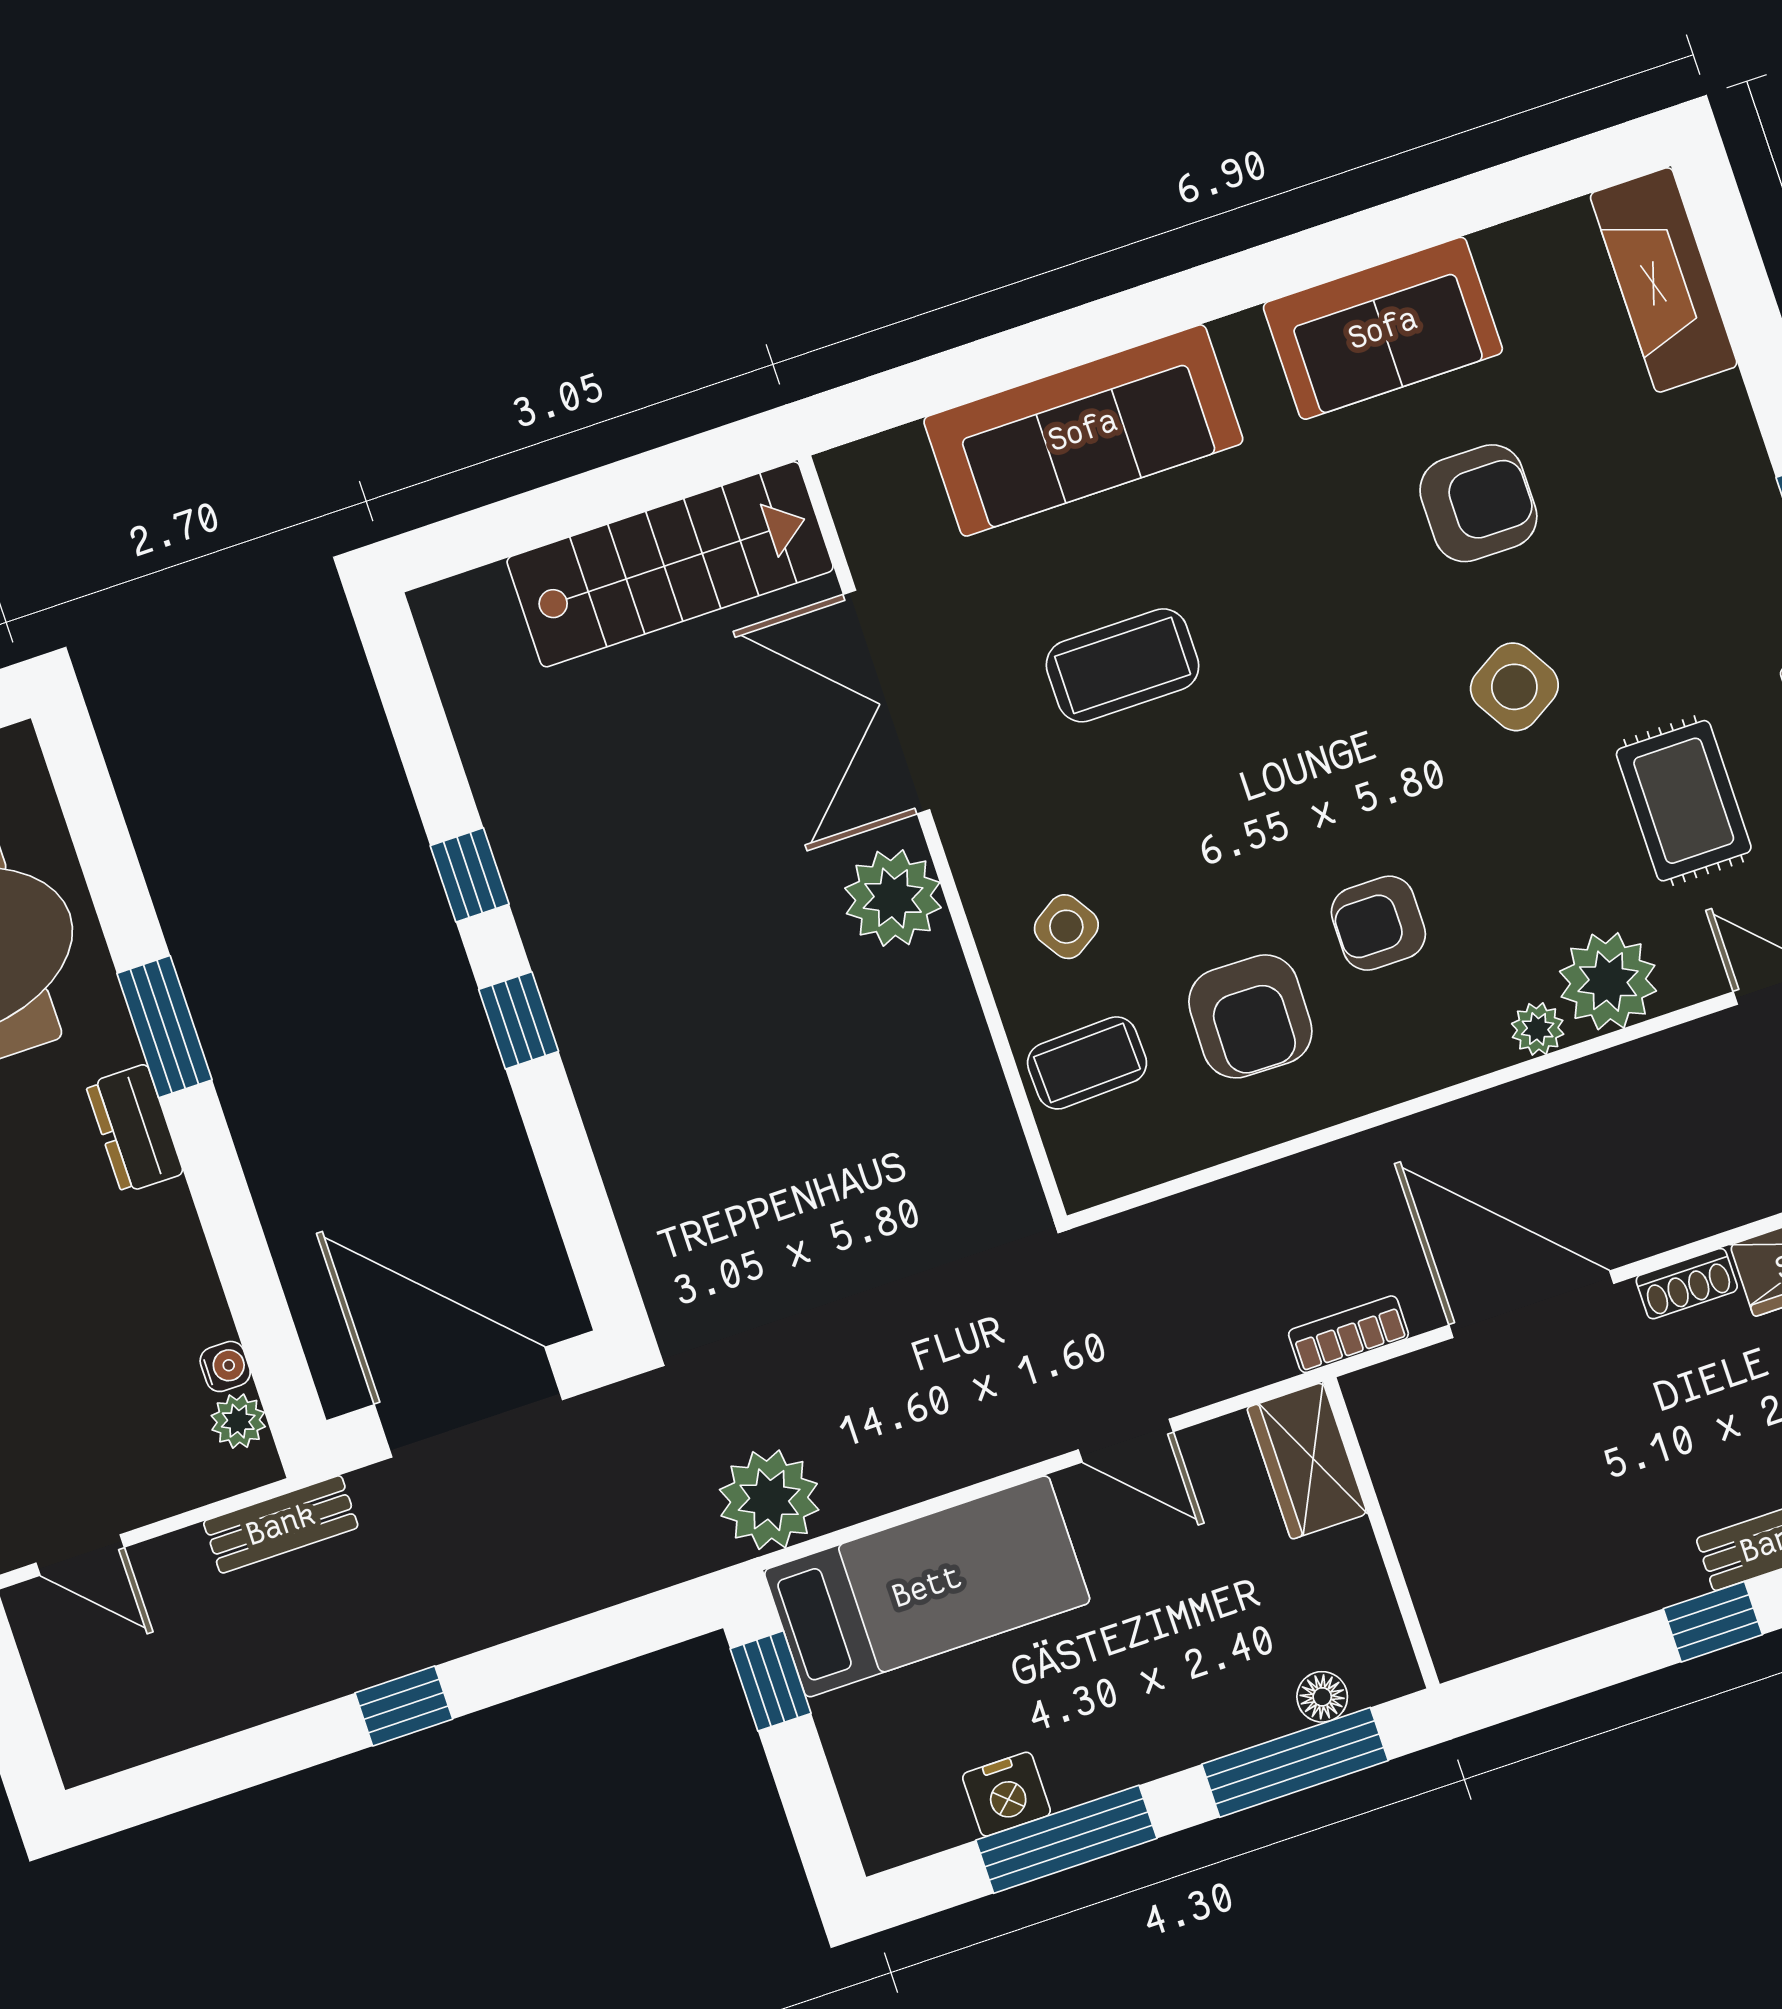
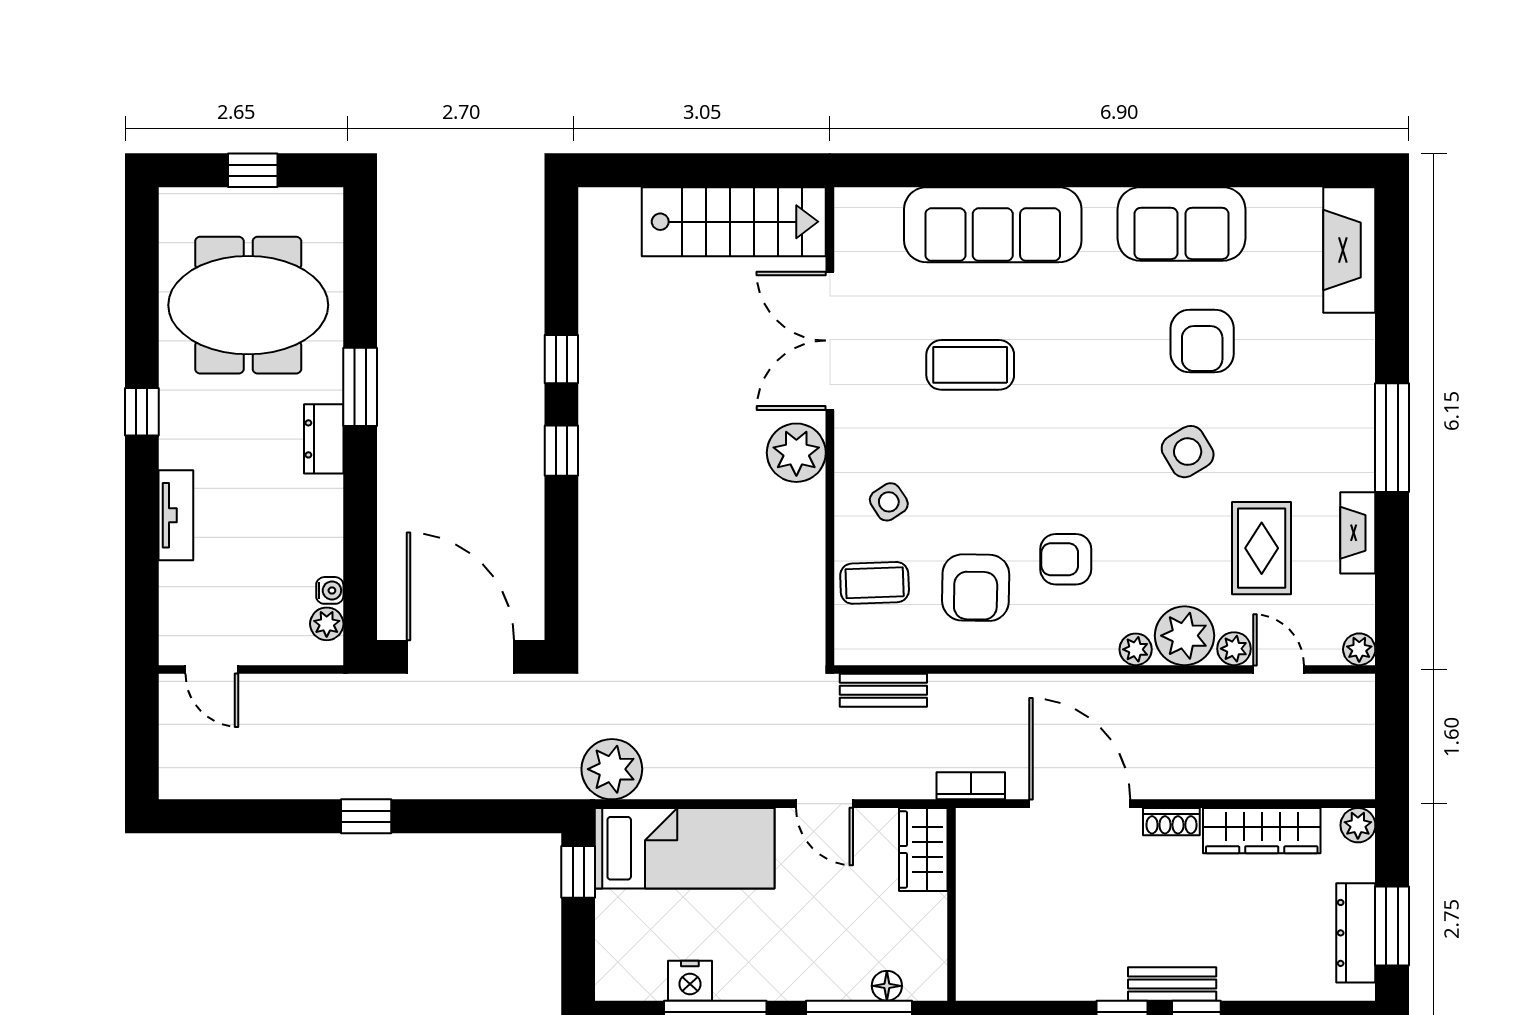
armchair: (1478, 503) -> (1202, 341), turned 90
plant: (1694, 975) -> (1234, 649), added
bench: (281, 1524) -> (883, 690), moved

